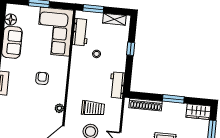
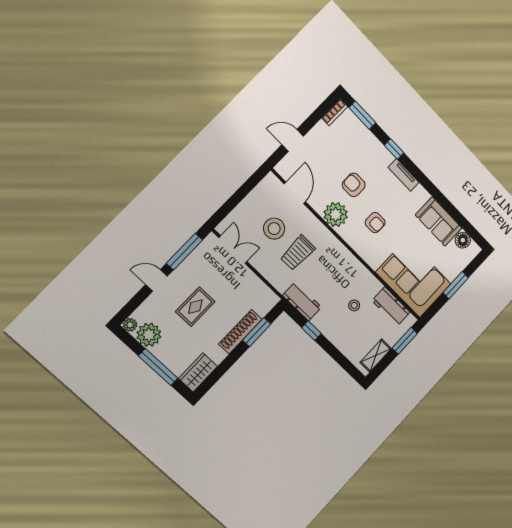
window: (131, 49) -> (311, 331), moved
window: (173, 99) -> (257, 332), moved
shoe rack: (146, 105) -> (240, 332), moved
armchair: (32, 107) -> (354, 185), added
plant: (59, 108) -> (336, 215), width x1.87, depth x1.87

